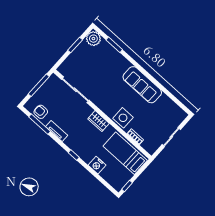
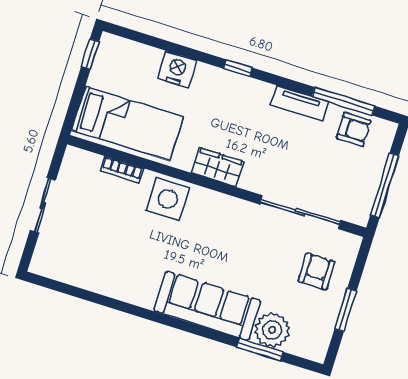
plant: (93, 39) -> (272, 330), moved
armchair: (79, 65) -> (317, 271), added
sofa: (142, 85) -> (207, 306), moved

